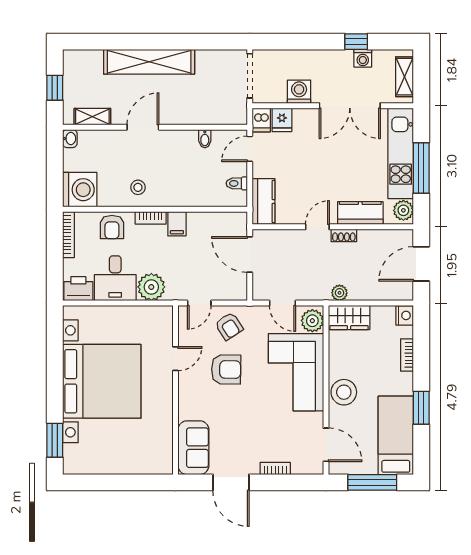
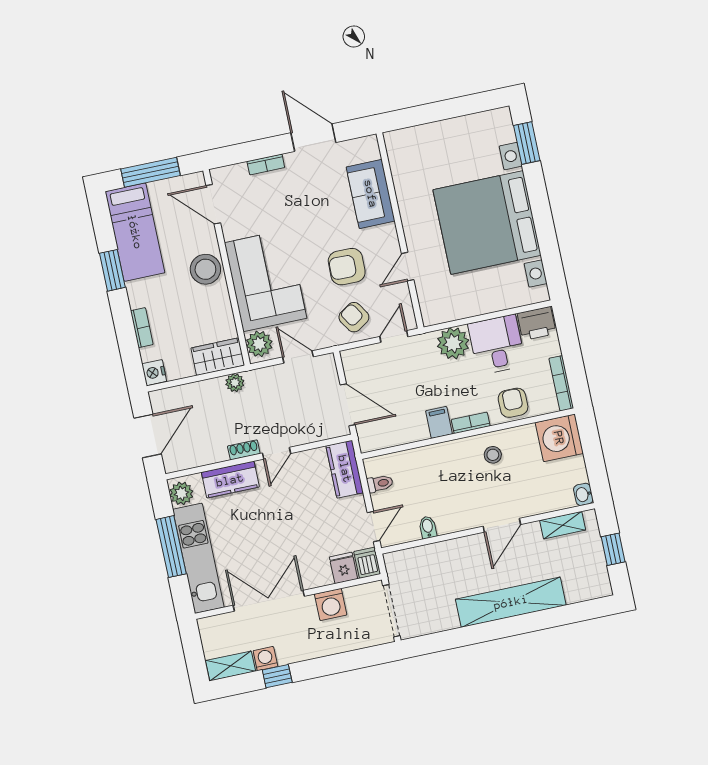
shelving: (405, 77) -> (231, 666), moved, turned 90
sofa: (193, 448) -> (371, 194), moved

